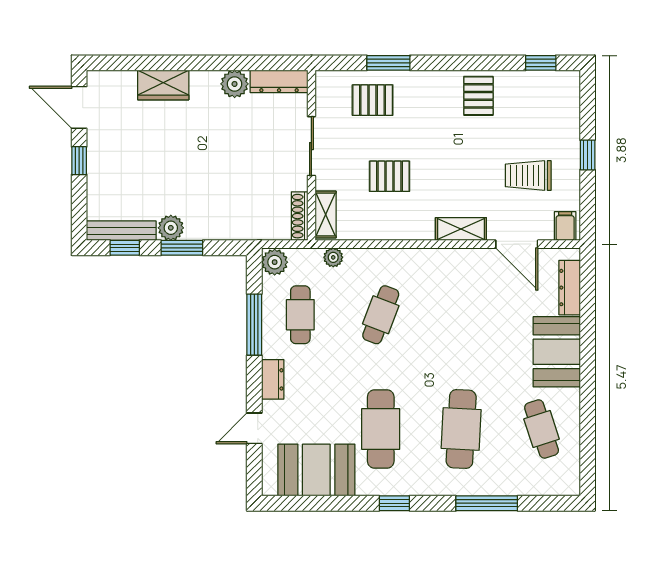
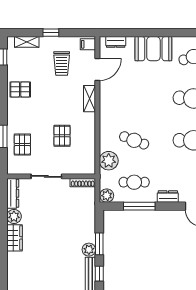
wardrobe: (163, 85) -> (15, 238), moved
shelving: (326, 214) -> (27, 42), moved
plant: (333, 257) -> (109, 161), width x1.88, depth x1.88
dresser: (570, 288) -> (116, 42), width x0.70

